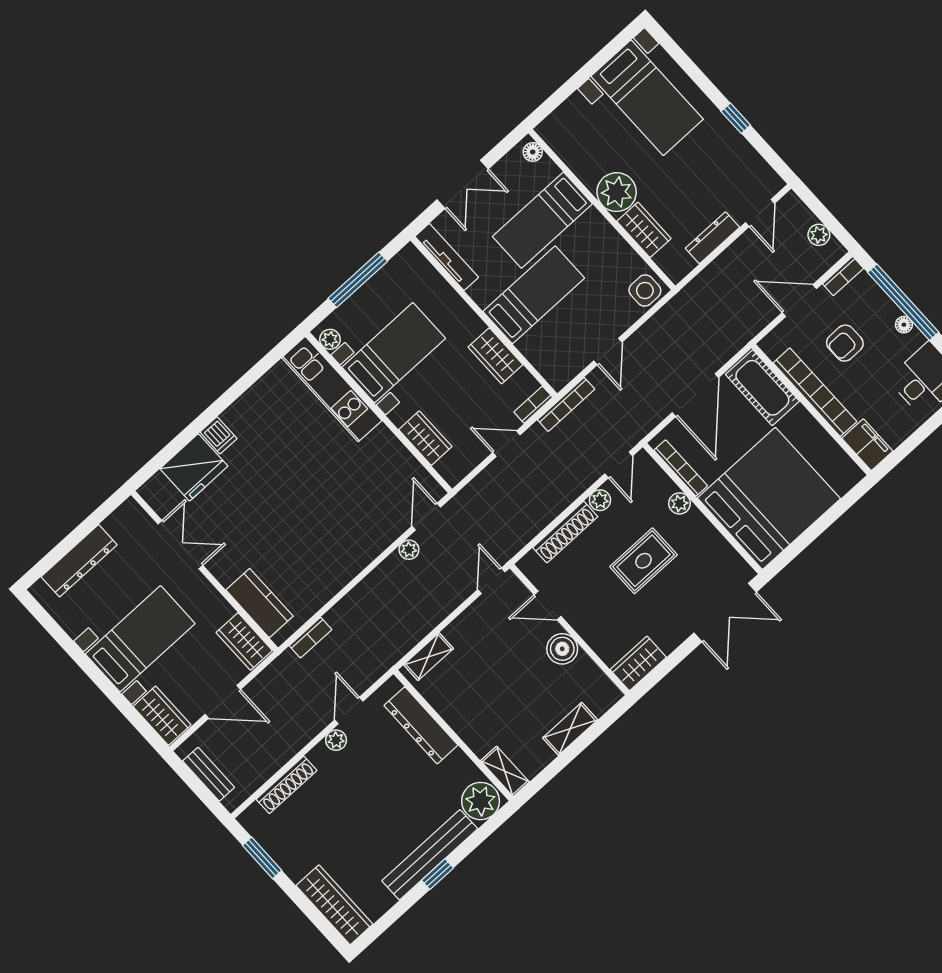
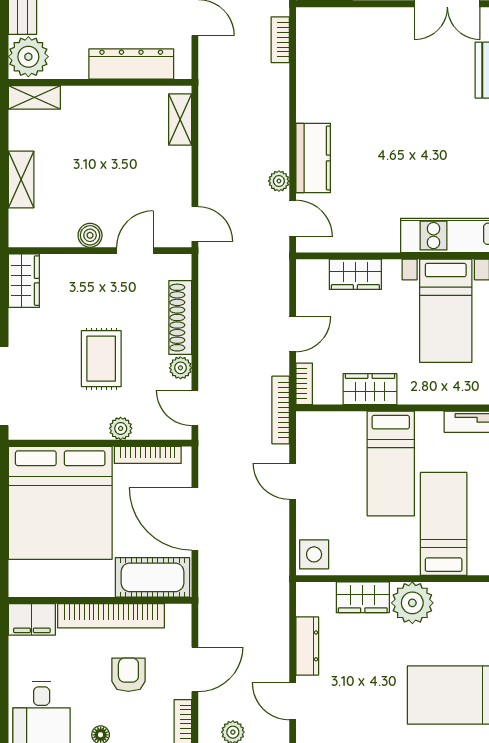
kitchen counter: (259, 603) -> (313, 158), moved, turned -90
boiler: (562, 649) -> (90, 235), width x0.73, depth x0.73

